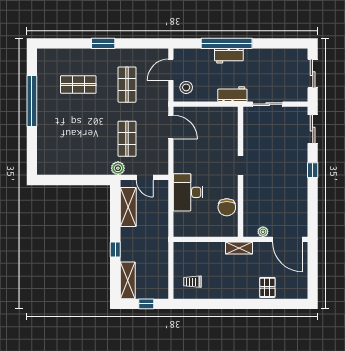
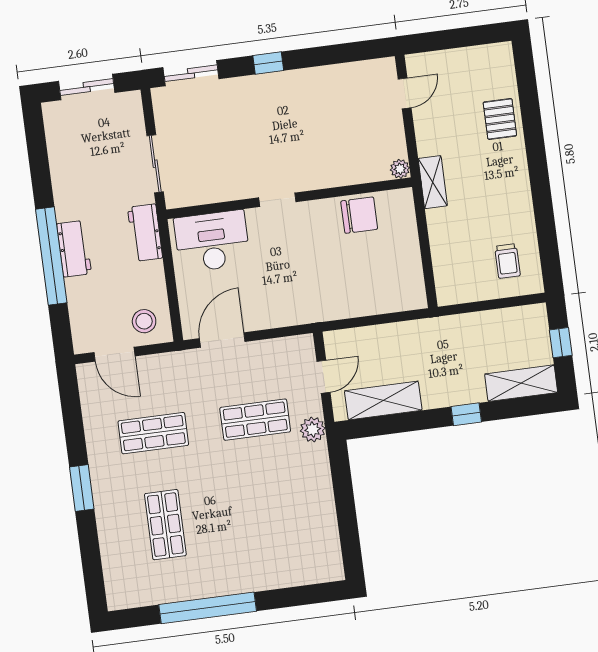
desk: (188, 192) -> (212, 241), moved, turned 180
plant: (263, 232) -> (400, 169), moved
door: (287, 239) -> (405, 93), width x0.53
pallet: (267, 287) -> (500, 119), turned 90

